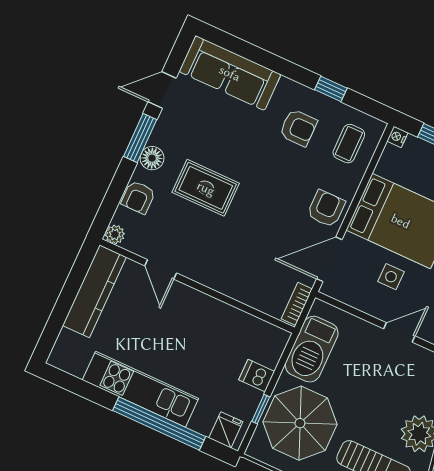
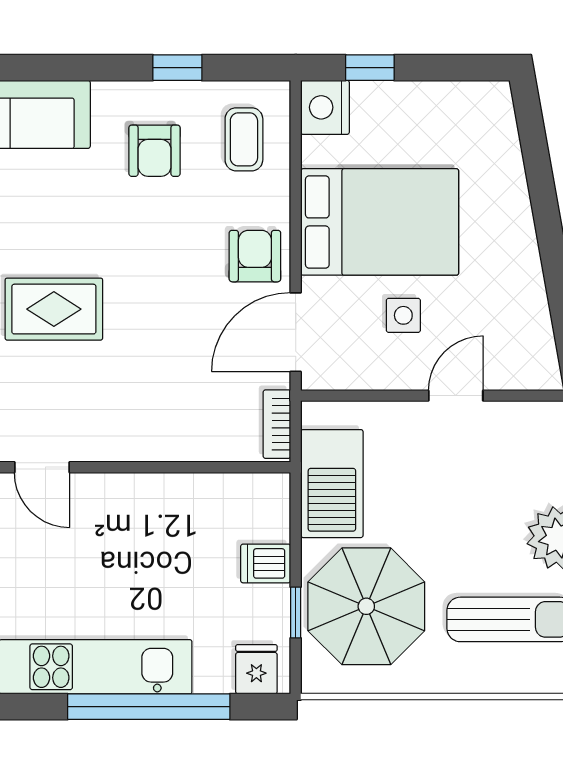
armchair: (298, 128) -> (155, 151), turned 90
nightstand: (397, 137) -> (325, 107), width x1.89, depth x1.79

